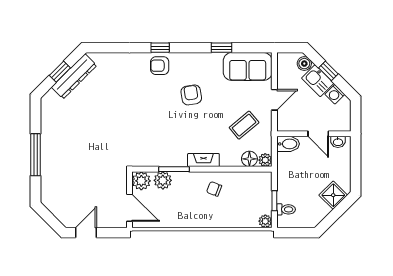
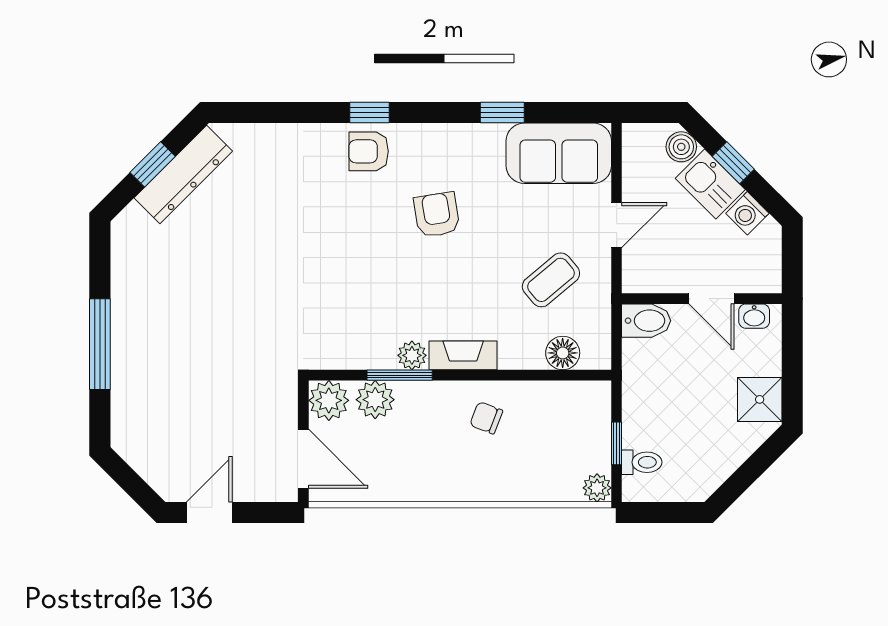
plant: (265, 160) -> (412, 355), moved
shower: (333, 195) -> (760, 399), moved, turned 45

